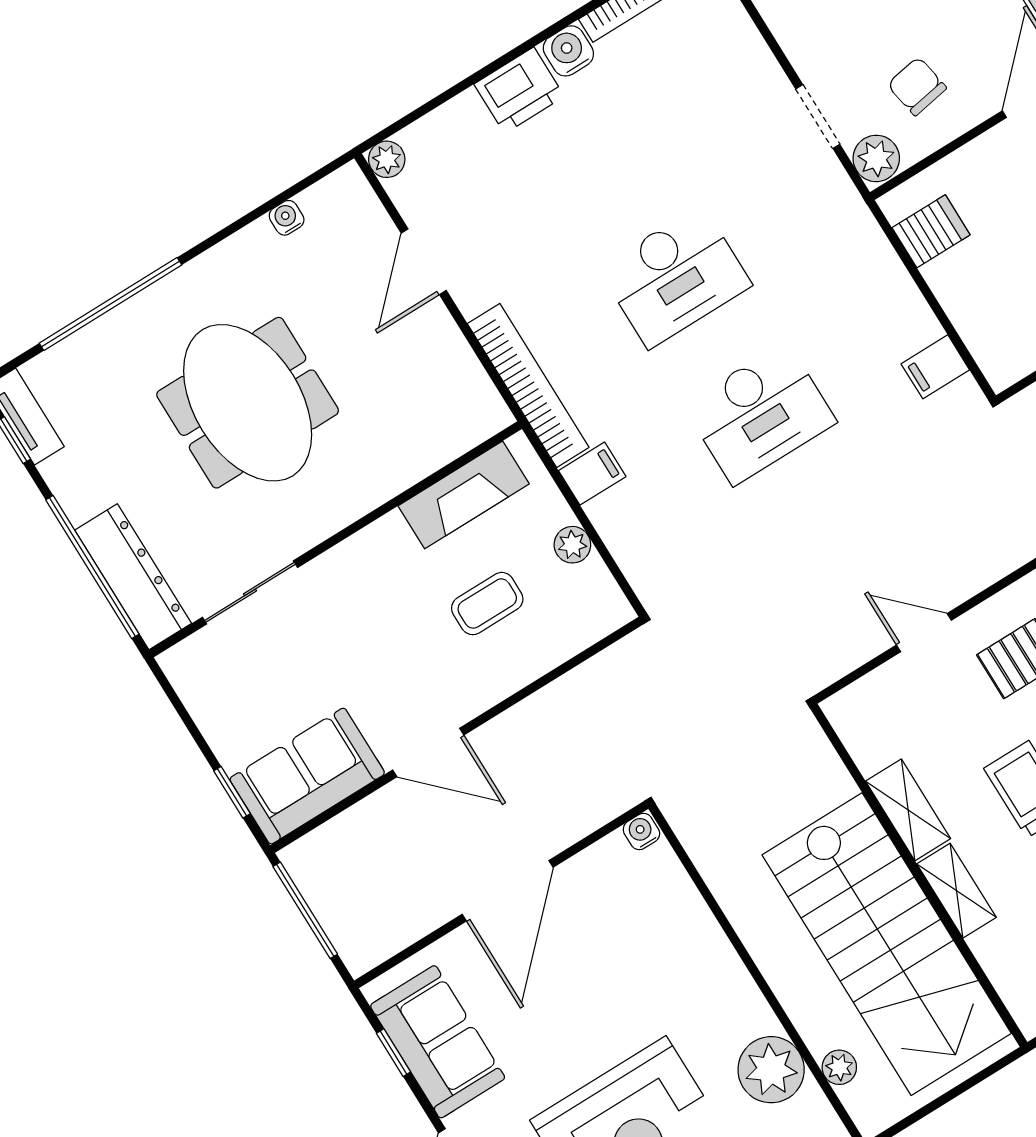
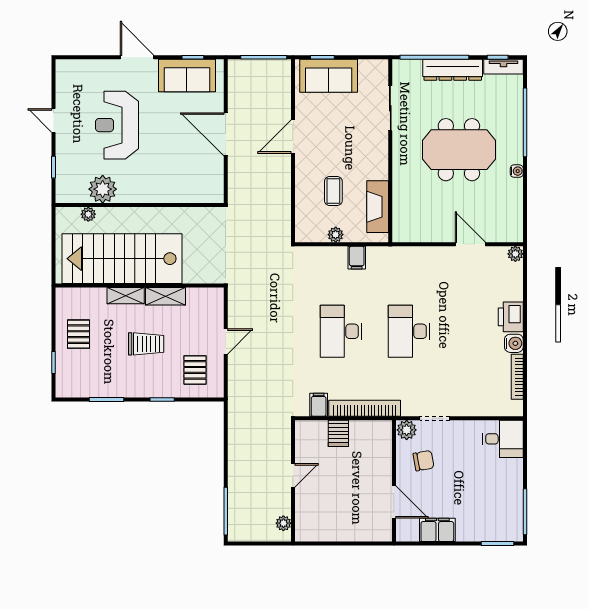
water cooler: (287, 218) -> (517, 171), moved
server rack: (931, 231) -> (338, 433), moved
bookcase: (528, 385) -> (365, 408), moved, turned 180
dresser: (133, 577) -> (453, 70), moved
sofa: (307, 776) -> (329, 76), moved, turned 90
water cooler: (641, 832) -> (217, 196), removed

